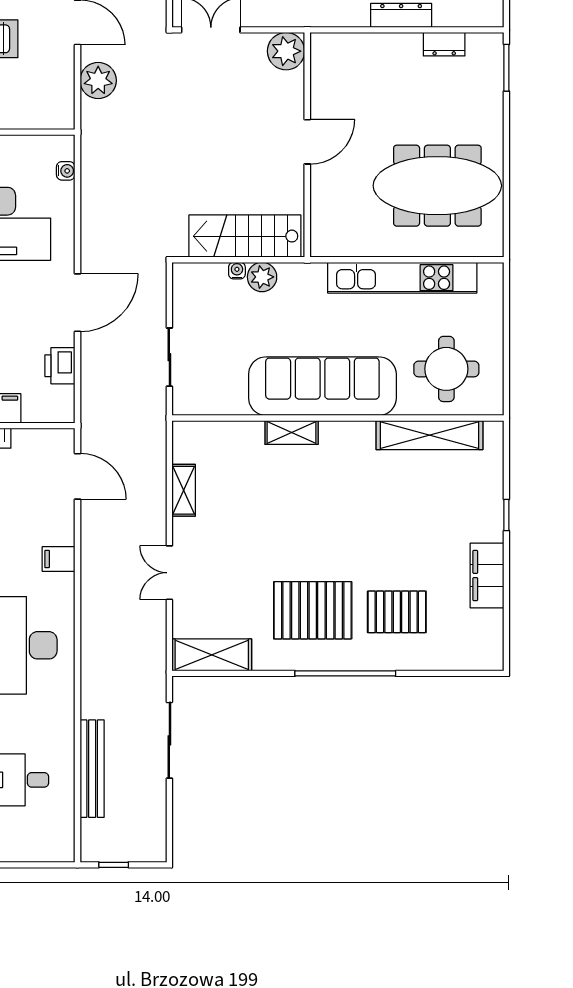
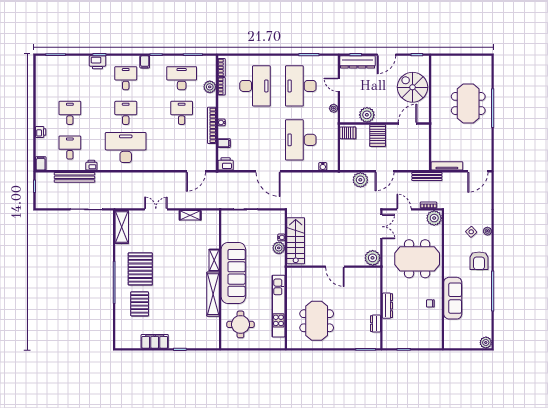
meeting table: (437, 186) -> (317, 321), width x0.73
printer: (60, 366) -> (226, 164), moved
shelving: (429, 435) -> (213, 294), moved
filing cabinet: (59, 559) -> (41, 163), moved
printer: (63, 728) -> (91, 165), added

